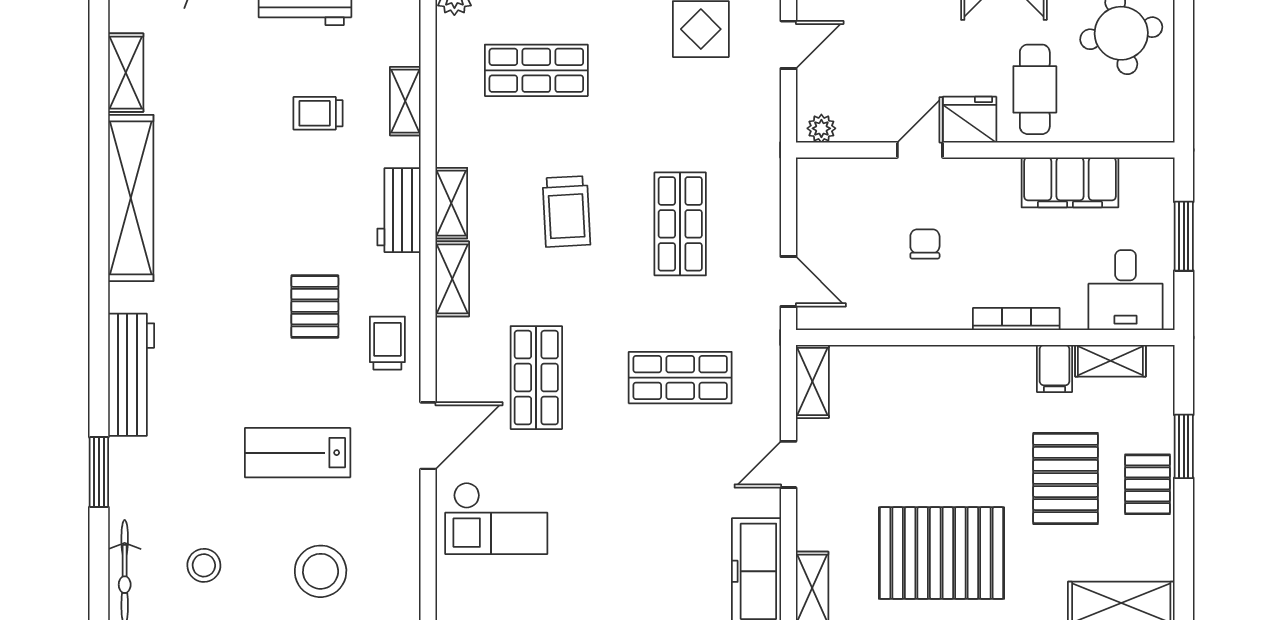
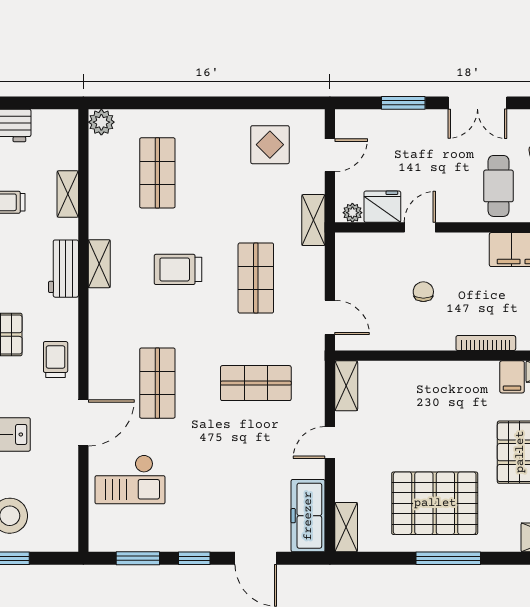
shop shelf: (536, 70) -> (157, 173), turned 90
fridge: (970, 120) -> (382, 207), moved
trolley: (566, 211) -> (178, 269), turned 93
shelving: (452, 279) -> (313, 220), moved

